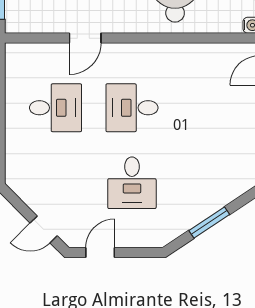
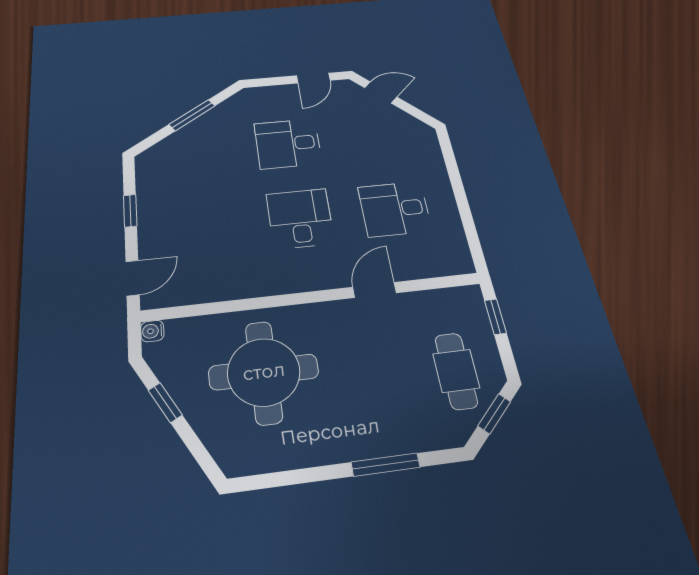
desk: (132, 108) -> (300, 218), turned -90
desk: (132, 183) -> (288, 144), turned -90

